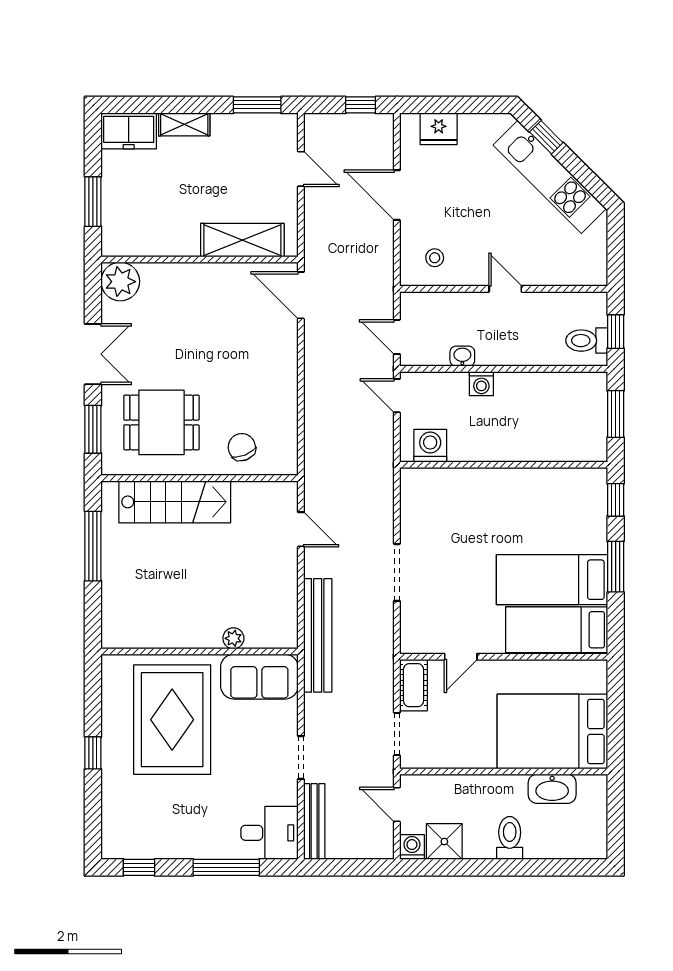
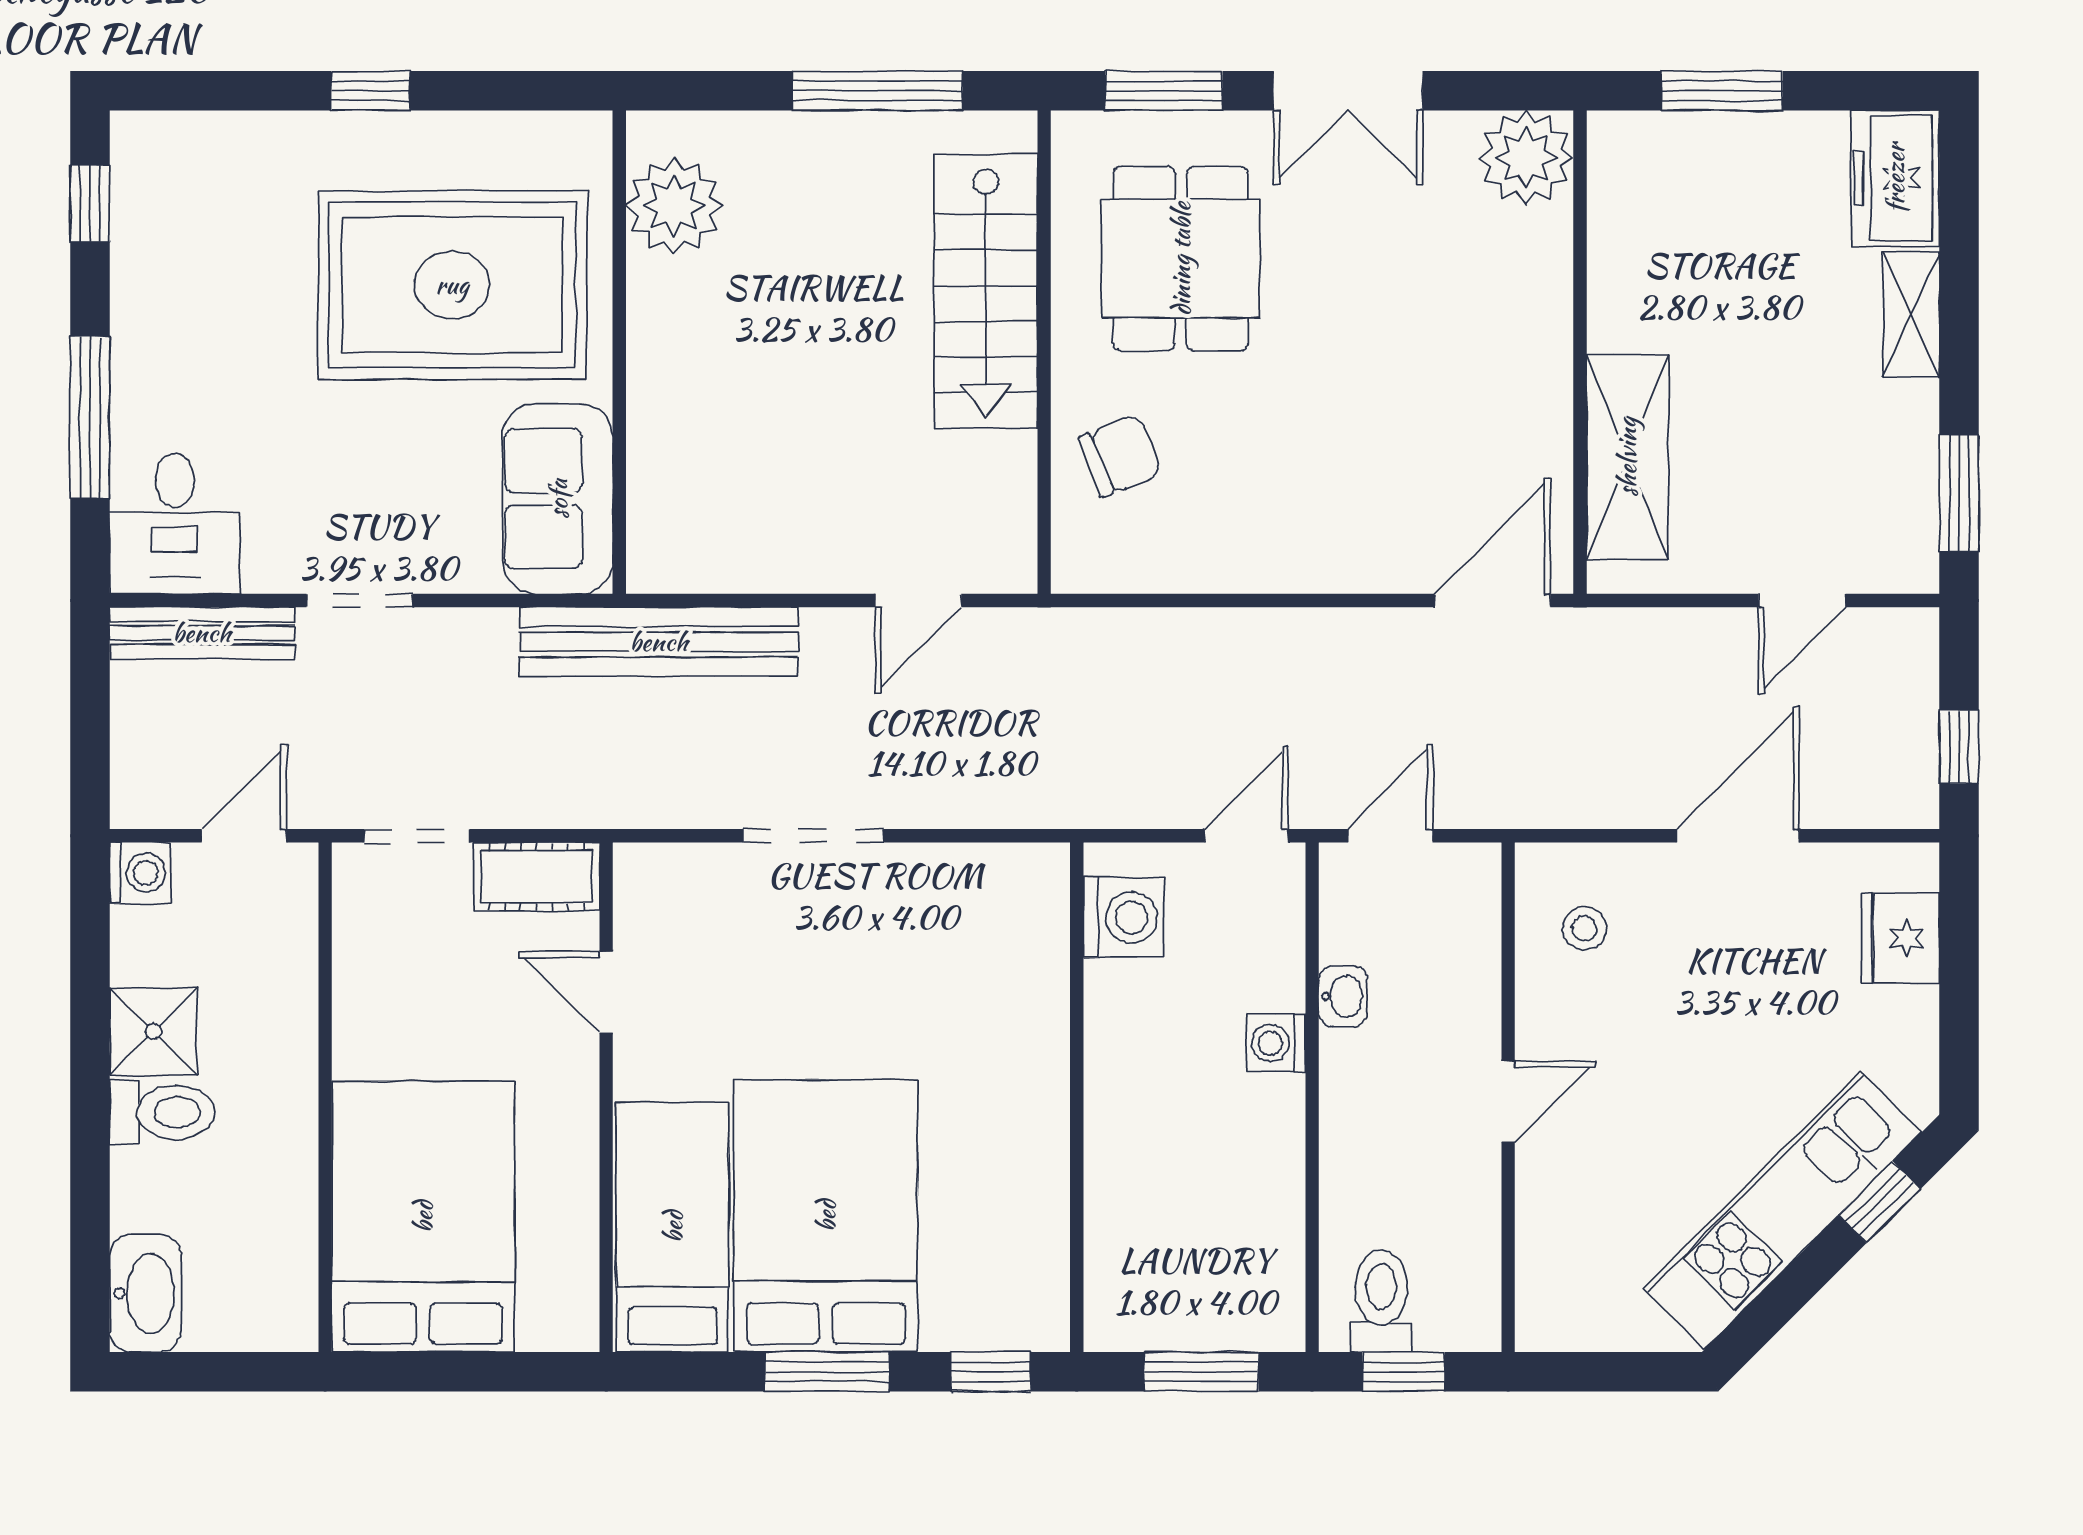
bed: (552, 580) -> (826, 1216), width x1.50
plant: (233, 638) -> (674, 206), moved, width x1.88, depth x1.88
washbasin: (552, 789) -> (145, 1293), moved, turned 180
shower: (444, 842) -> (153, 1031), moved

